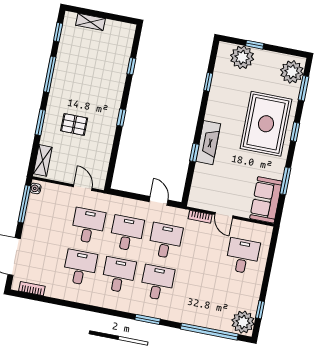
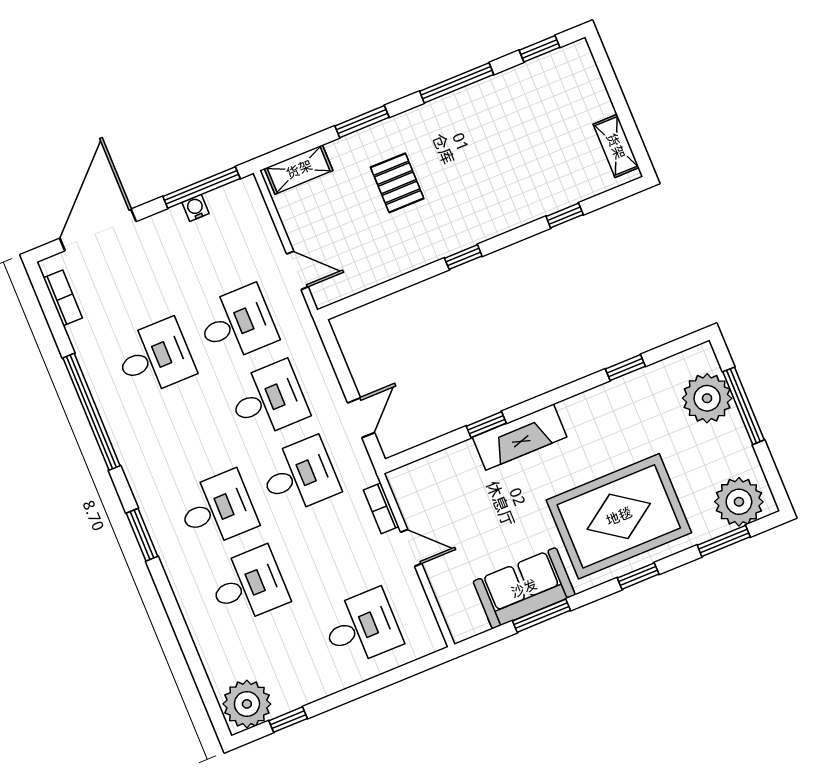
shelving: (91, 22) -> (616, 146), moved
window: (255, 45) -> (744, 406), width x2.17
water cooler: (36, 188) -> (196, 208), moved
door: (83, 188) -> (297, 270), hinge flipped
sofa: (266, 200) -> (524, 588), moved
door: (224, 215) -> (411, 548), swing flipped
desk: (119, 275) -> (248, 585), moved
window: (209, 332) -> (92, 412), moved

